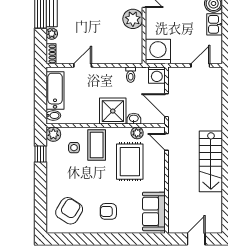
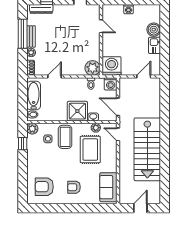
plant: (133, 19) -> (93, 68), moved
stairs: (211, 161) -> (147, 149), width x1.36, depth x1.51
armchair: (69, 211) -> (44, 187), turned -122

